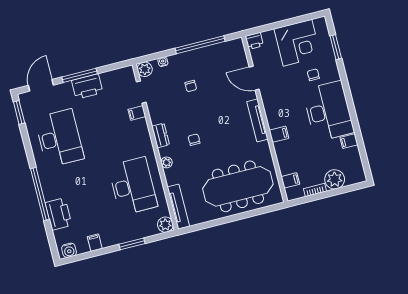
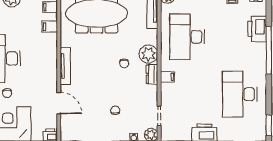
filing cabinet: (137, 113) -> (167, 77), moved
filing cabinet: (279, 134) -> (50, 27), moved
plant: (167, 162) -> (148, 54), width x1.88, depth x1.88

